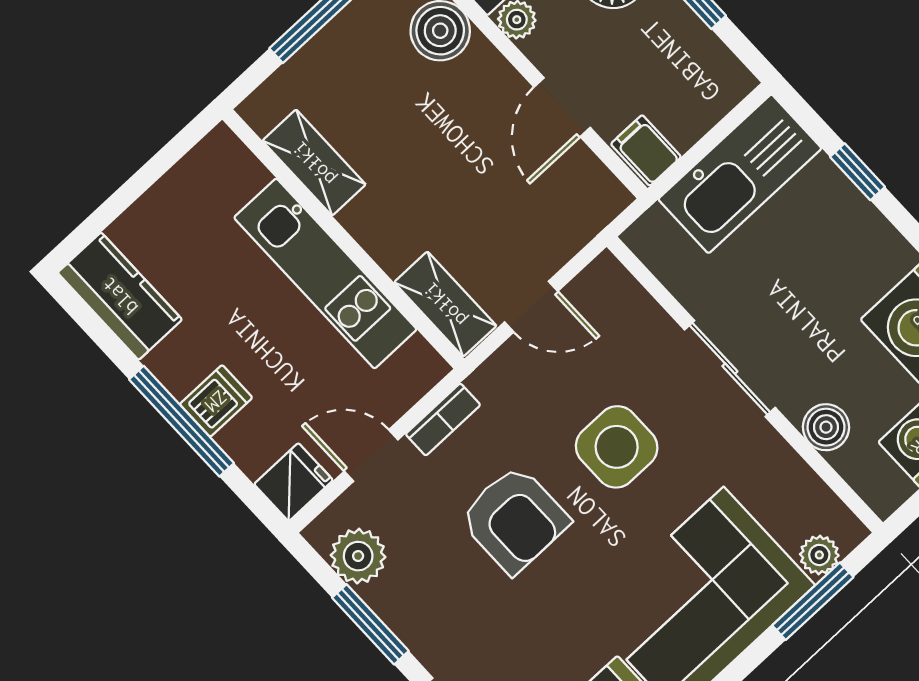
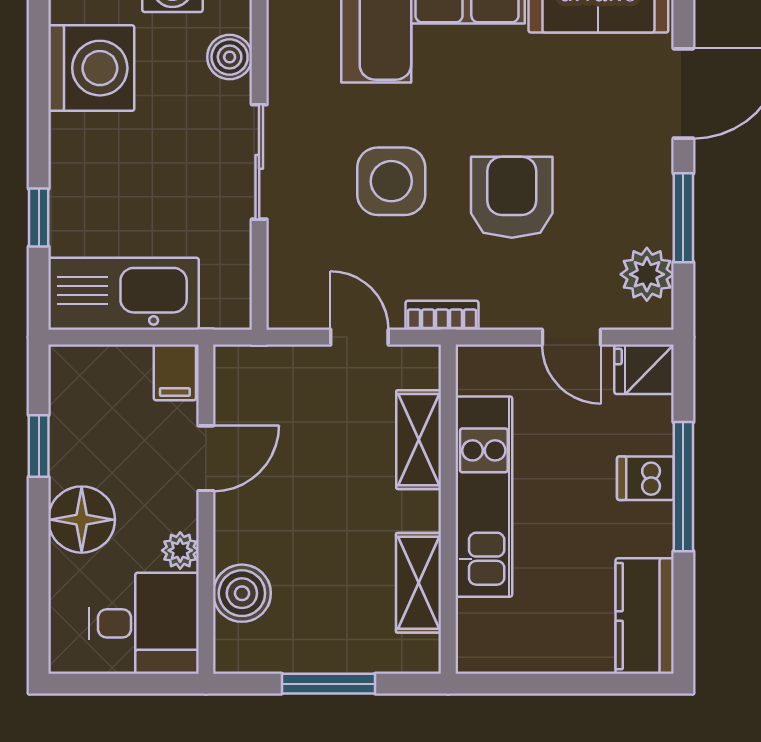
shelving: (445, 304) -> (419, 440), moved
bookcase: (443, 419) -> (442, 315), moved

